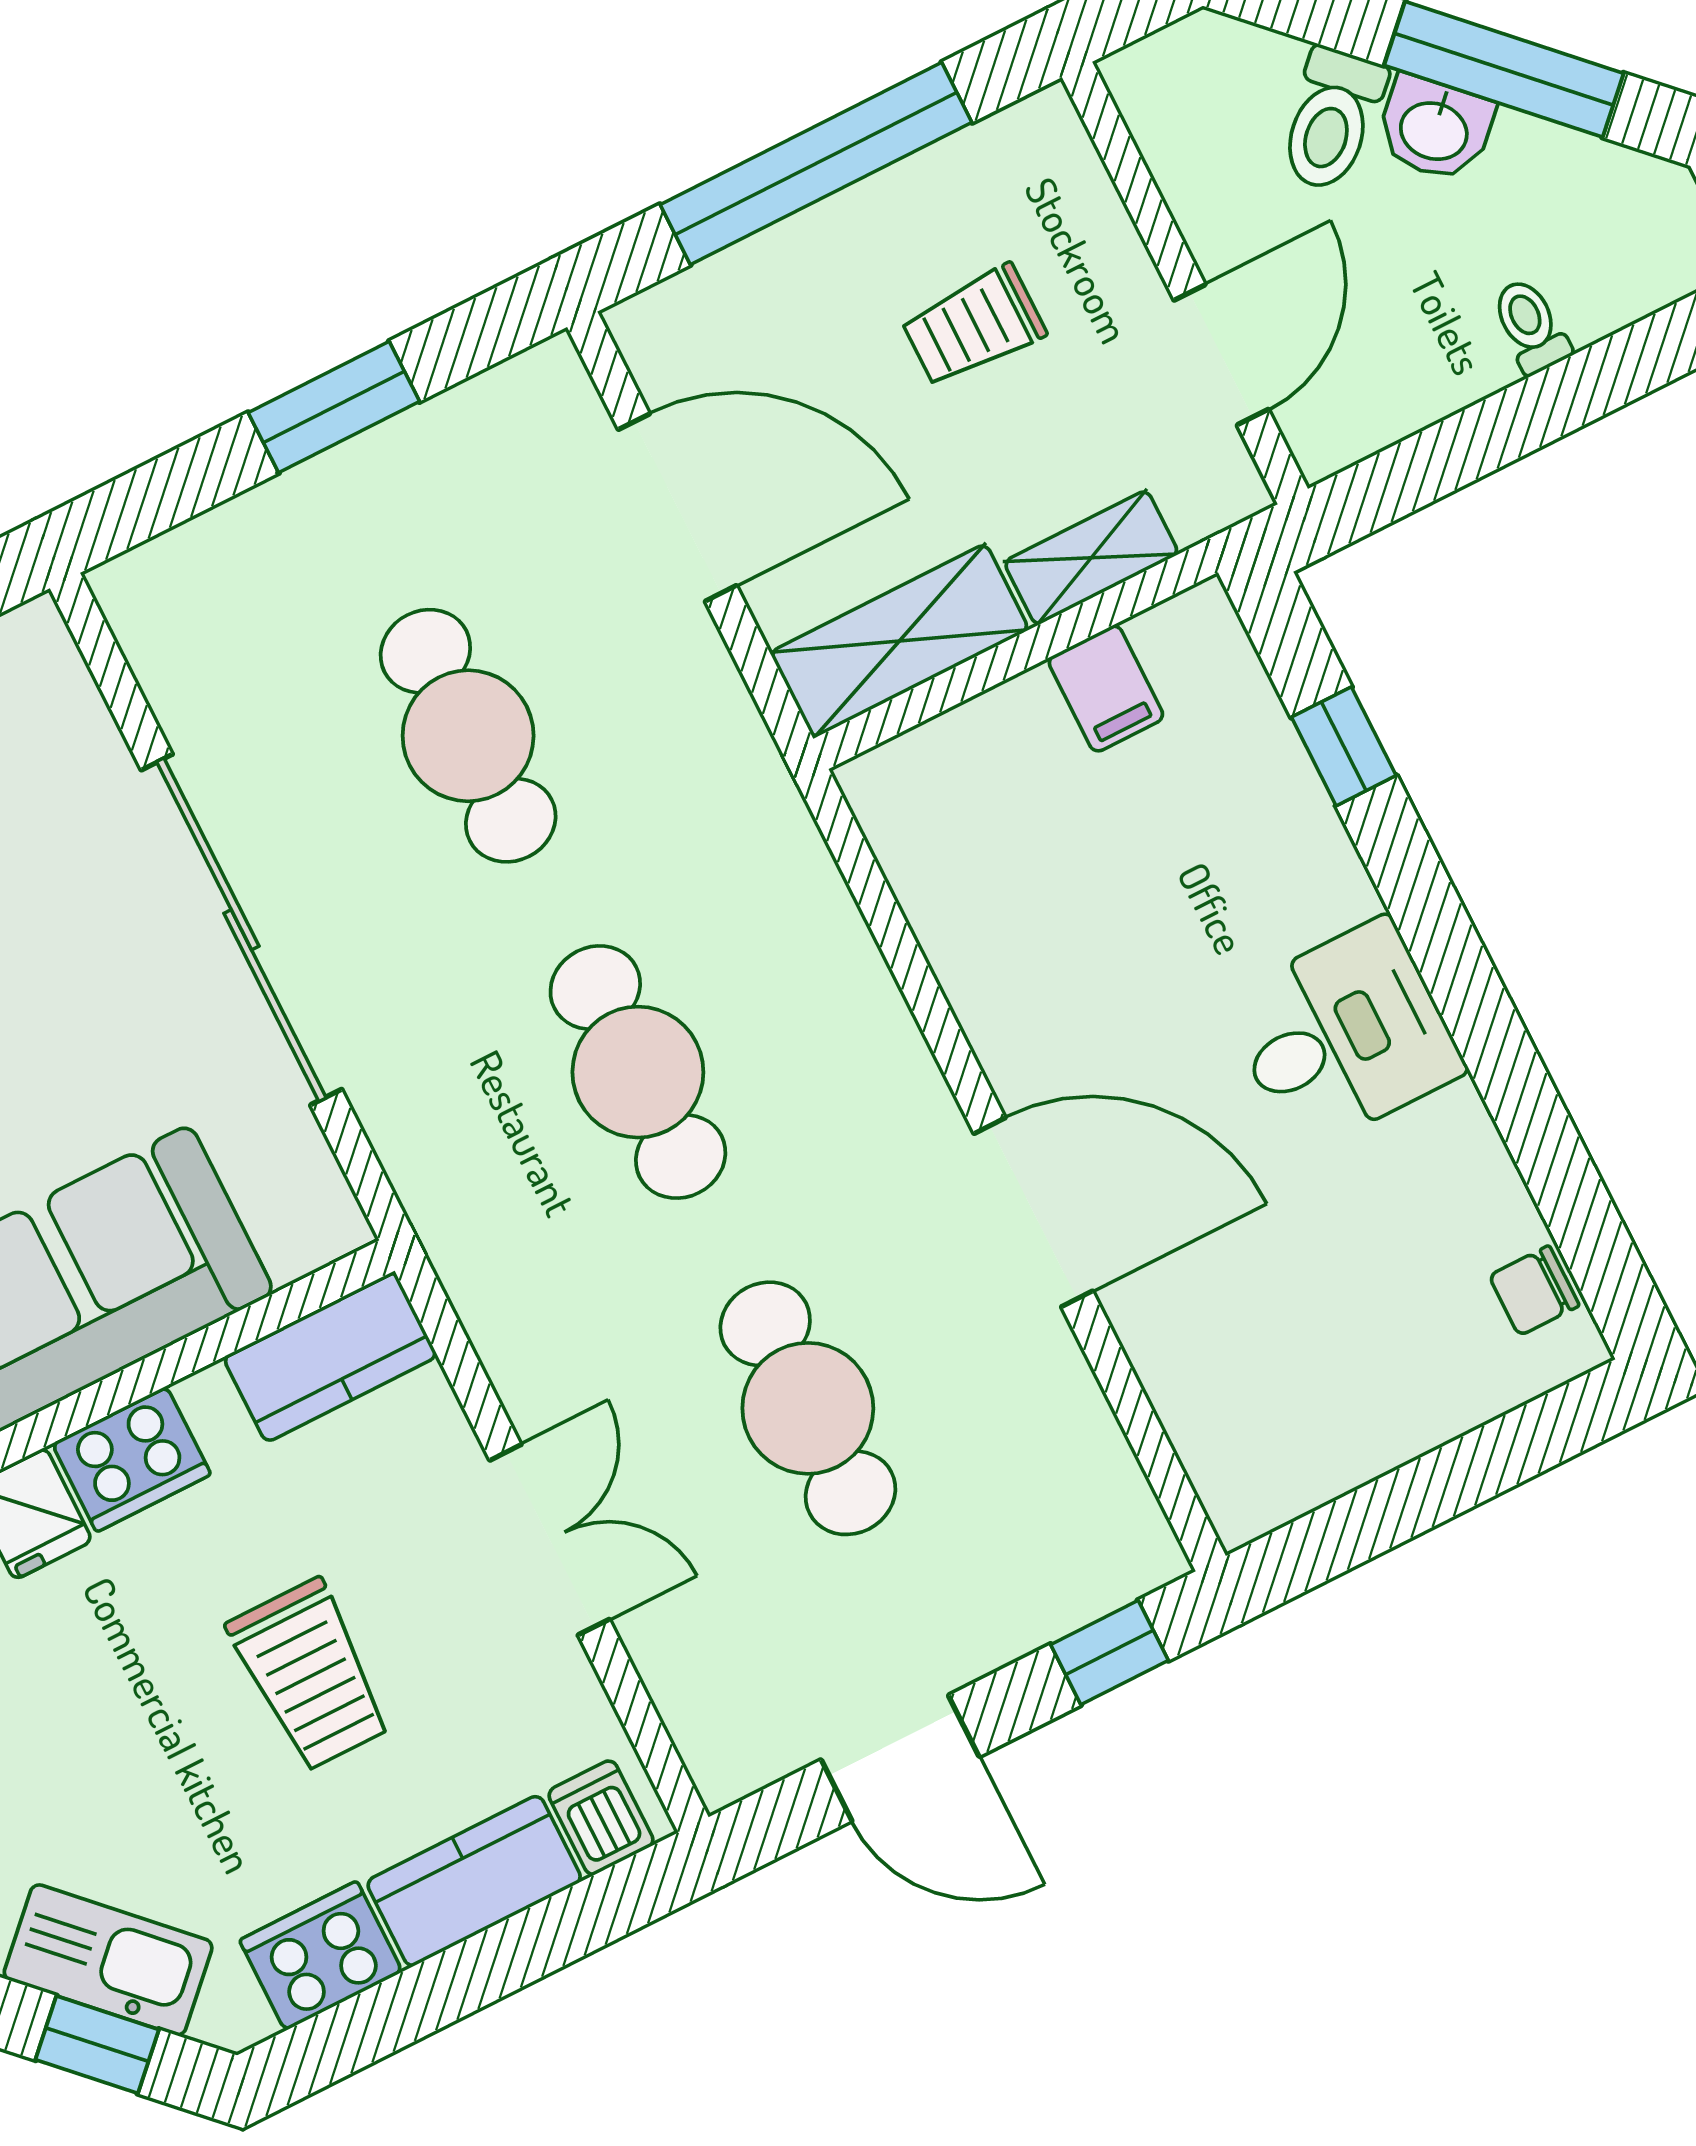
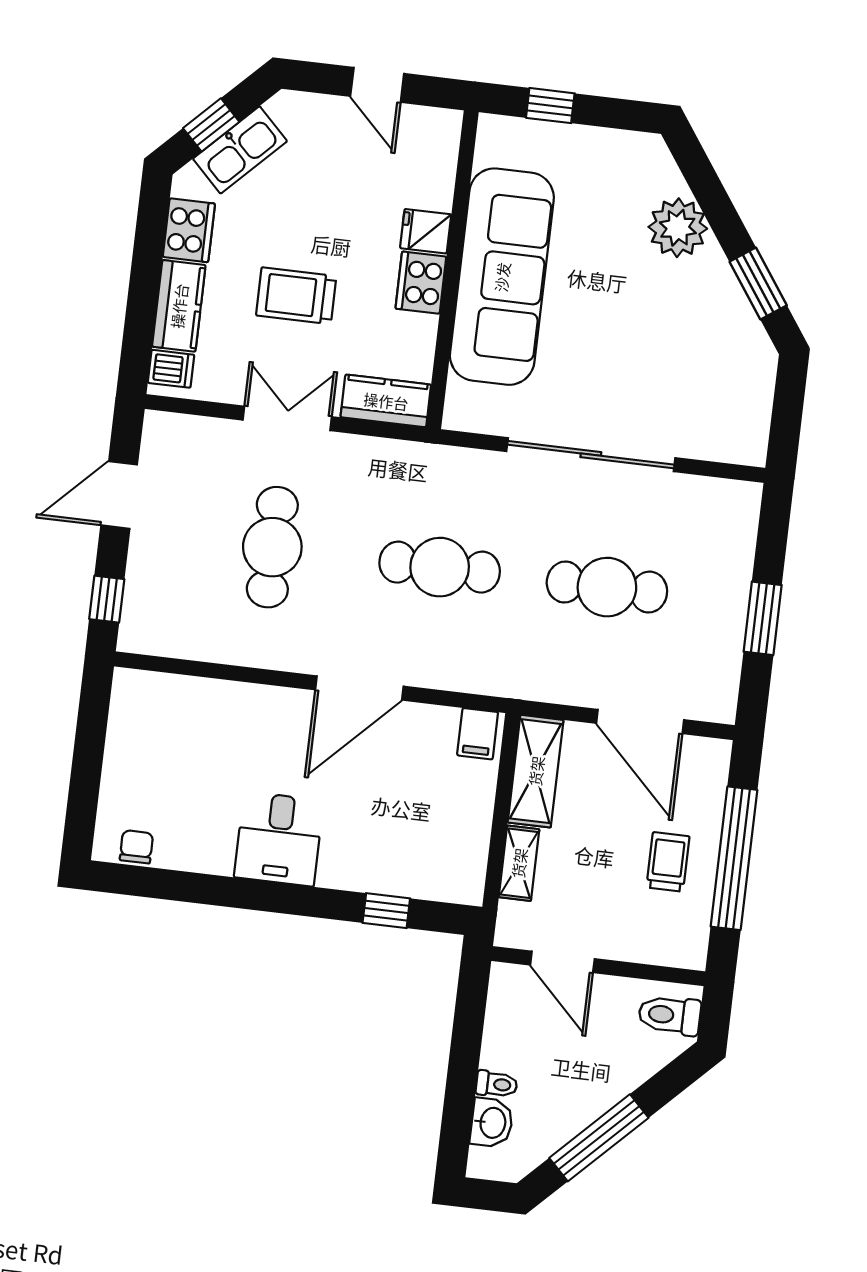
toilet: (1332, 120) -> (670, 1015), moved, turned -45
washbasin: (1435, 129) -> (492, 1123), moved, turned 135
trolley: (974, 326) -> (668, 862), moved
door: (677, 507) -> (640, 721), hinge flipped
filing cabinet: (1106, 688) -> (478, 734), moved, turned -90
door: (1033, 1212) -> (359, 688), moved
kitchen counter: (330, 1357) -> (386, 401), moved, turned 90
cafe table: (808, 1408) -> (272, 547), turned 90
double door: (550, 1540) -> (287, 418), swing flipped

